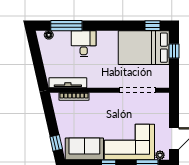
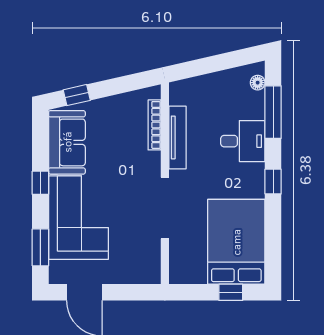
window: (152, 26) -> (273, 182), moved
tv unit: (68, 83) -> (177, 137), moved
doorway: (138, 90) -> (165, 208), moved
plant: (160, 155) -> (56, 269), removed

